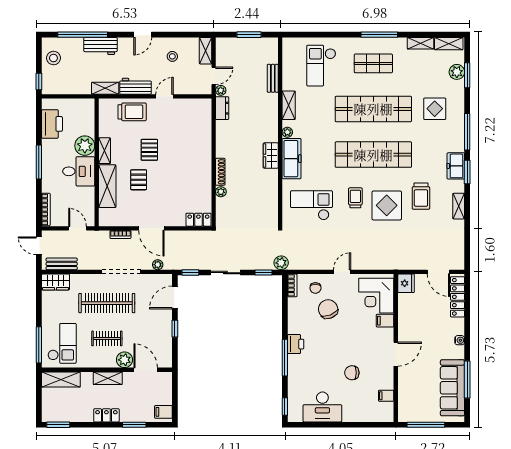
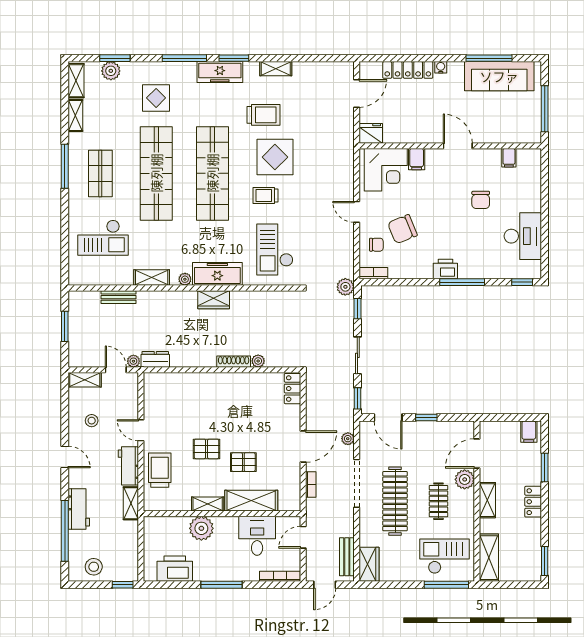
freezer: (456, 166) -> (220, 72), width x1.40
desk: (79, 171) -> (257, 536), moved
locker: (457, 297) -> (408, 70), moved

